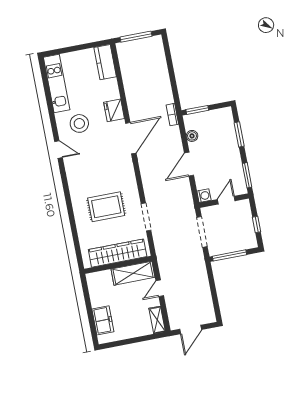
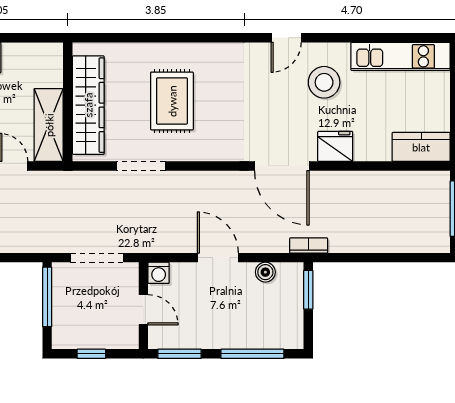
window: (239, 134) -> (252, 354), width x1.44

